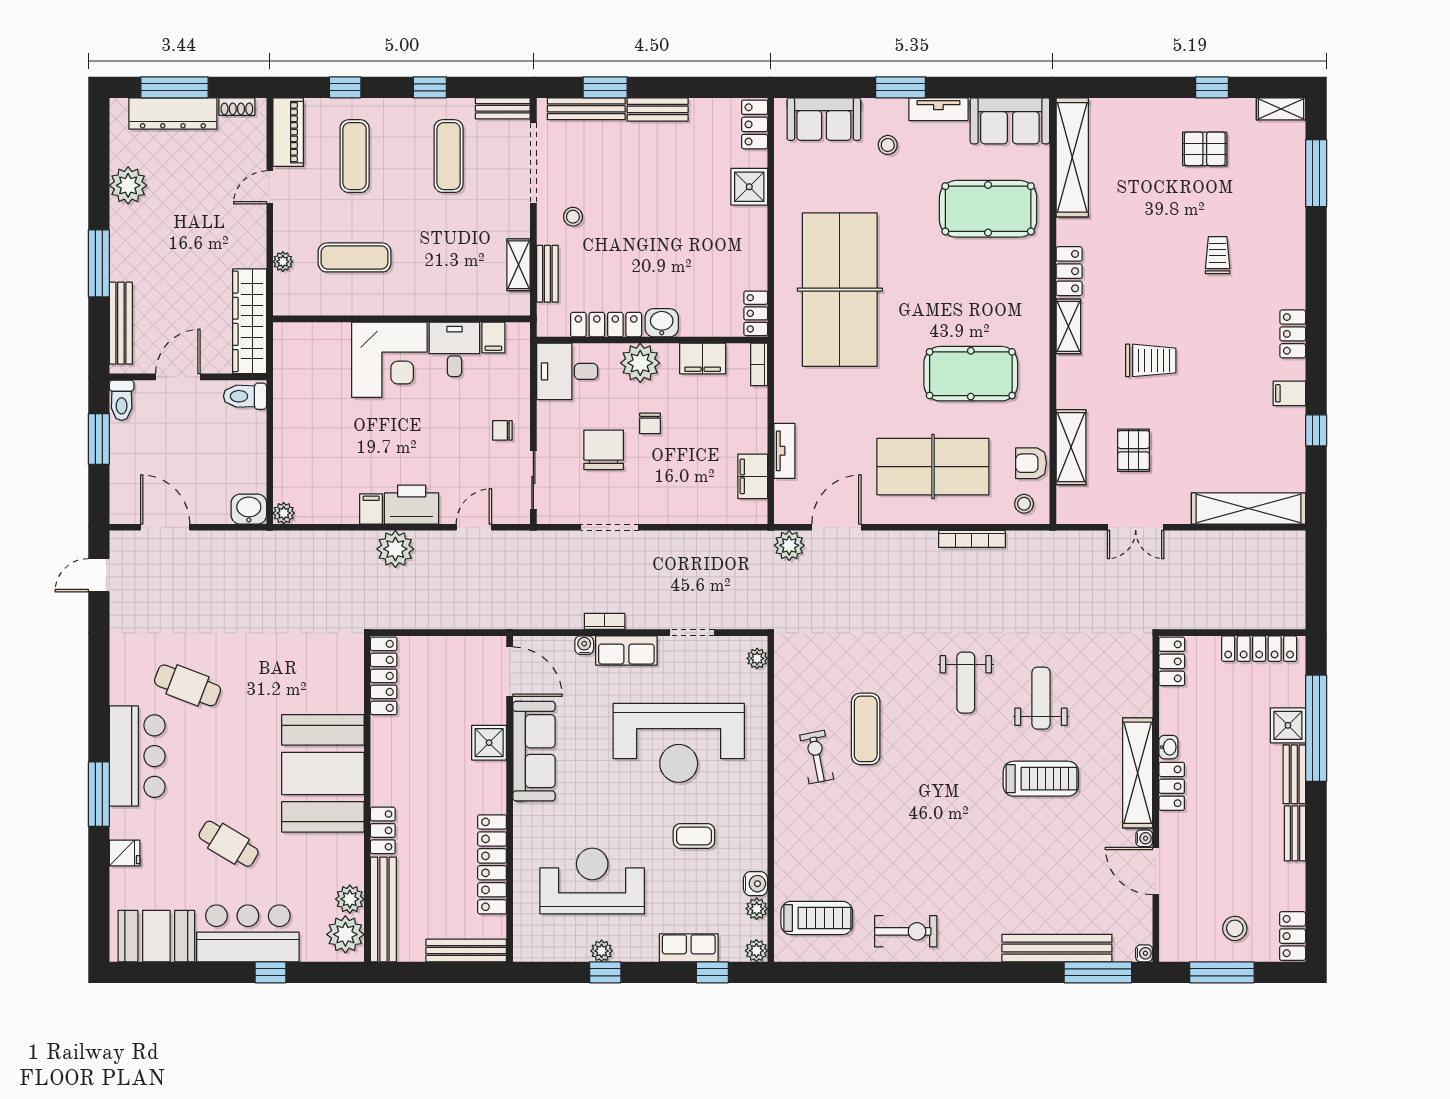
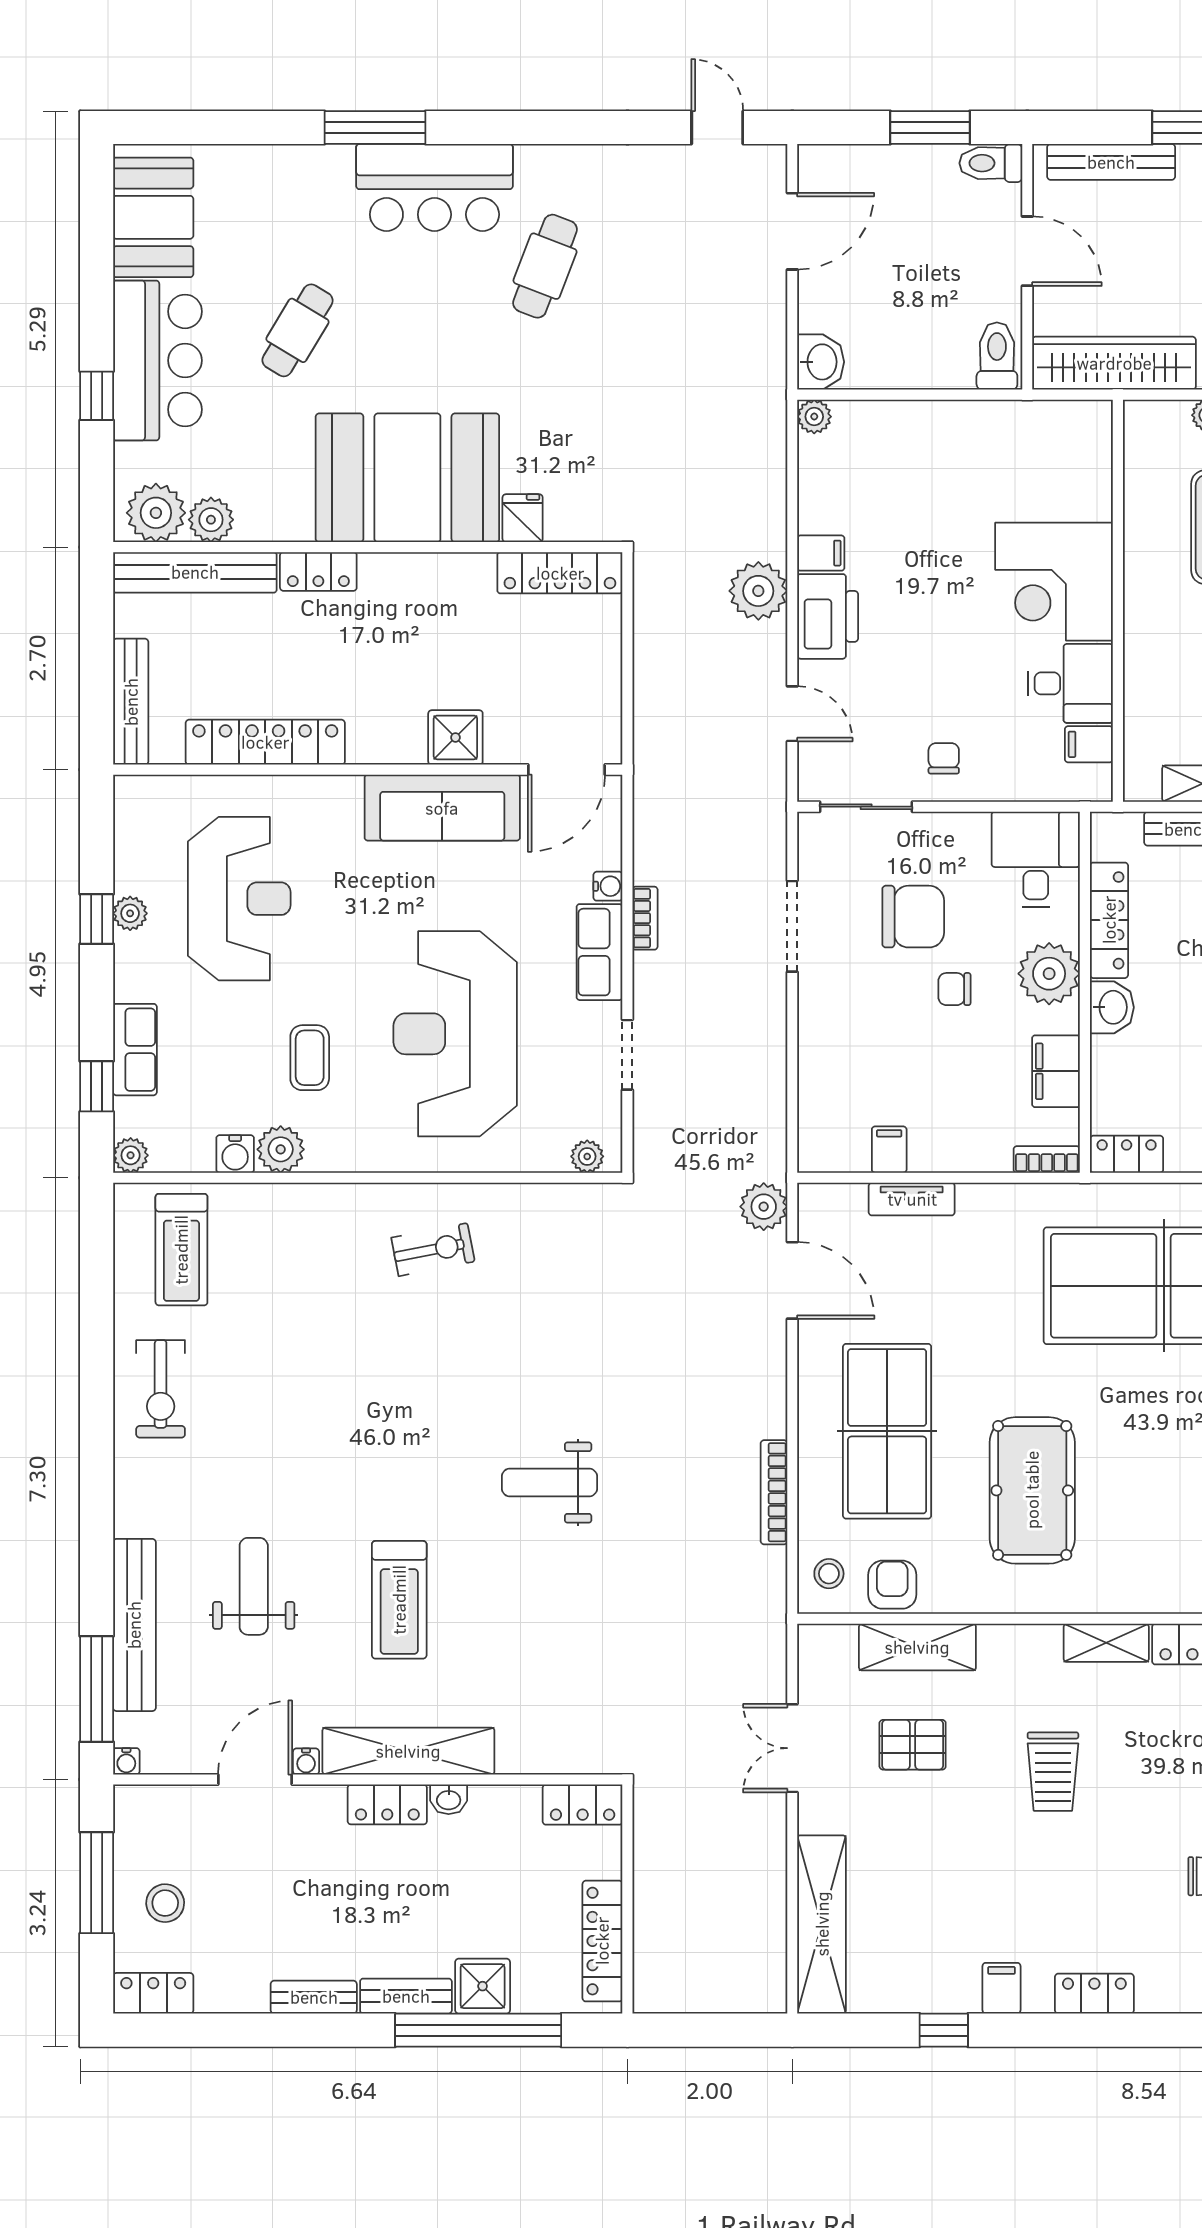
filing cabinet: (753, 476) -> (889, 1150), width x0.50
weight bench: (1041, 698) -> (254, 1586), moved, turned -90
exercise mat: (866, 729) -> (477, 1326), removed
fridge: (125, 853) -> (523, 518), moved, turned 180
plant: (757, 909) -> (281, 1149), moved, width x1.38, depth x1.38

